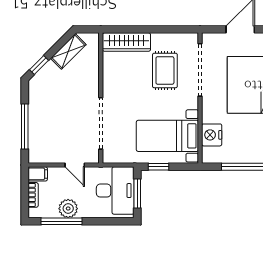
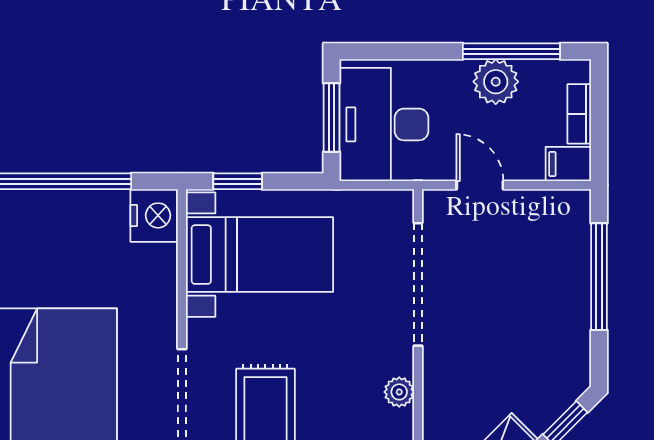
plant: (109, 78) -> (399, 392), added
nightstand: (212, 135) -> (154, 215), moved
window: (158, 167) -> (238, 181), moved

